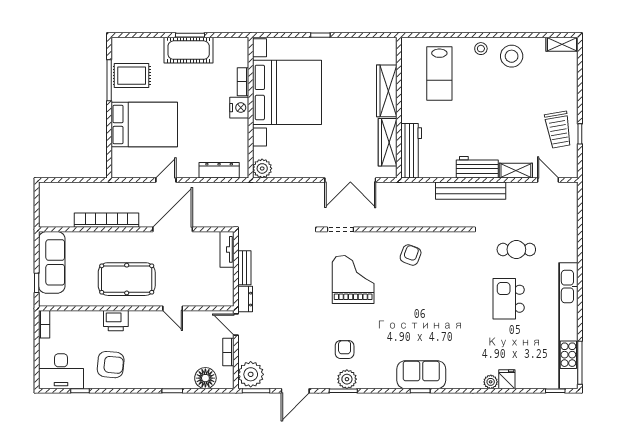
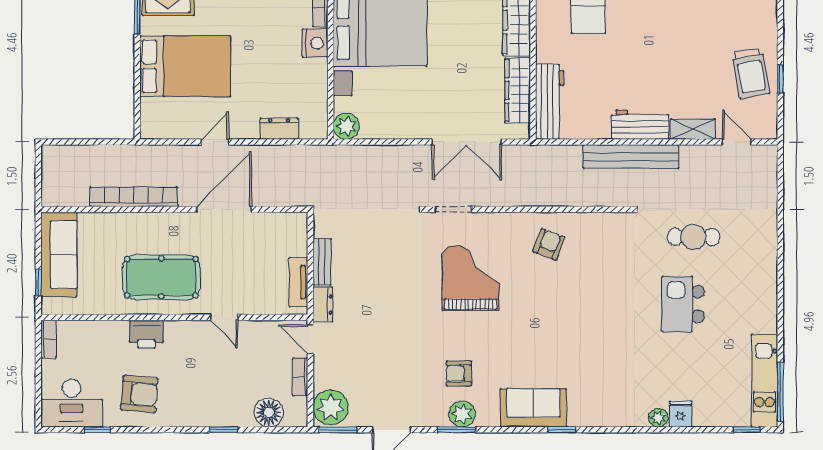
dresser: (219, 170) -> (279, 129), width x0.70
tv unit: (227, 249) -> (298, 282), moved
kitchen unit: (568, 326) -> (765, 381), width x0.54
armchair: (345, 350) -> (459, 373), turned -90
sofa: (421, 375) -> (533, 408), moved

